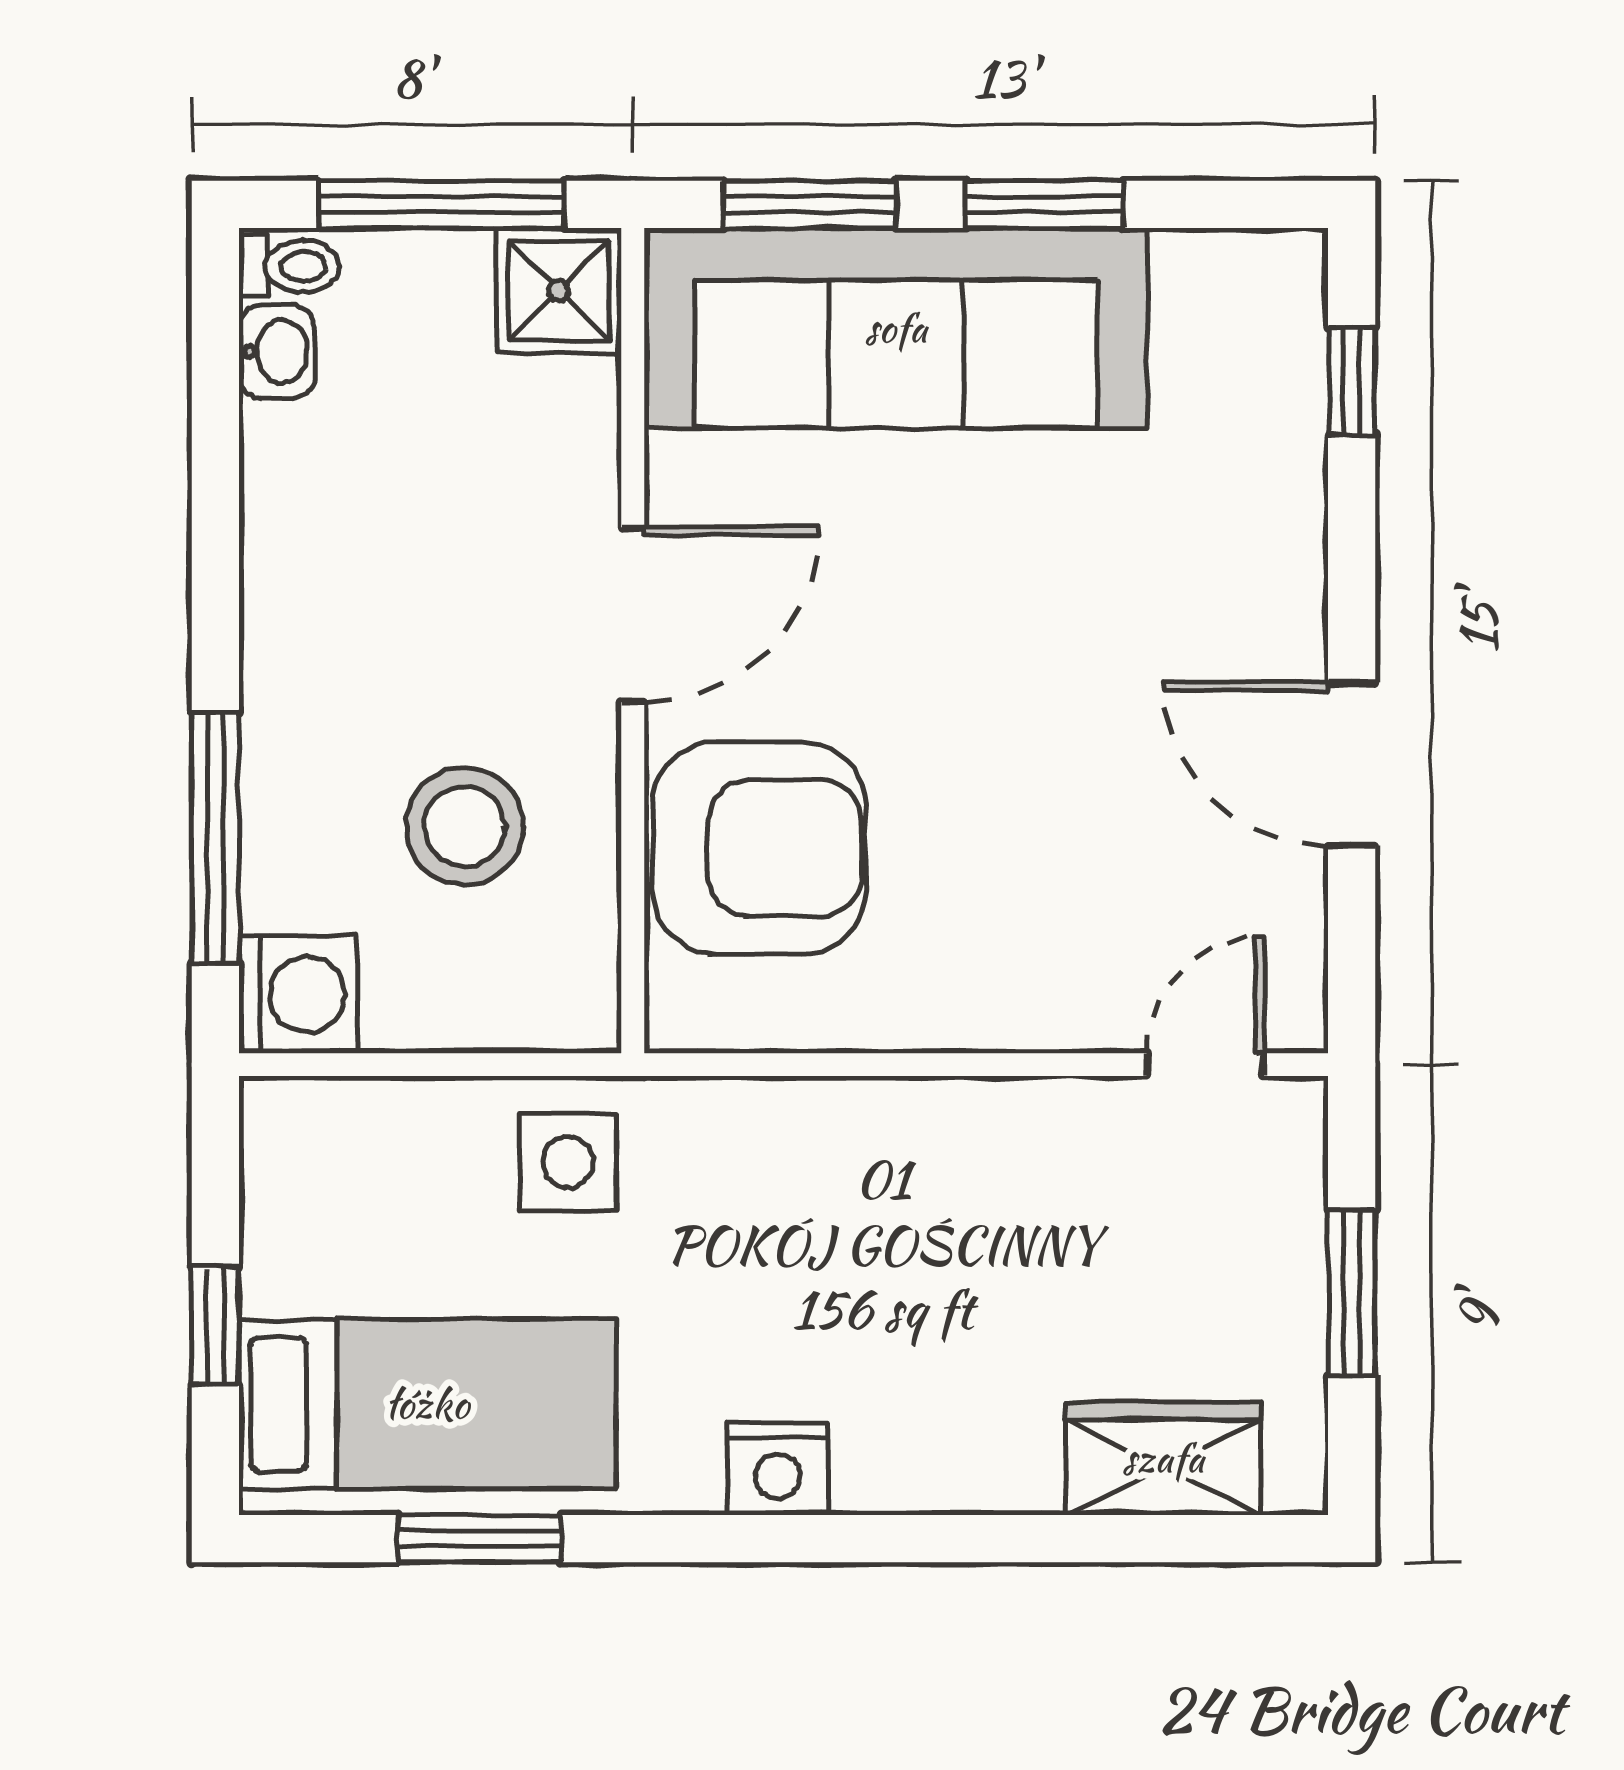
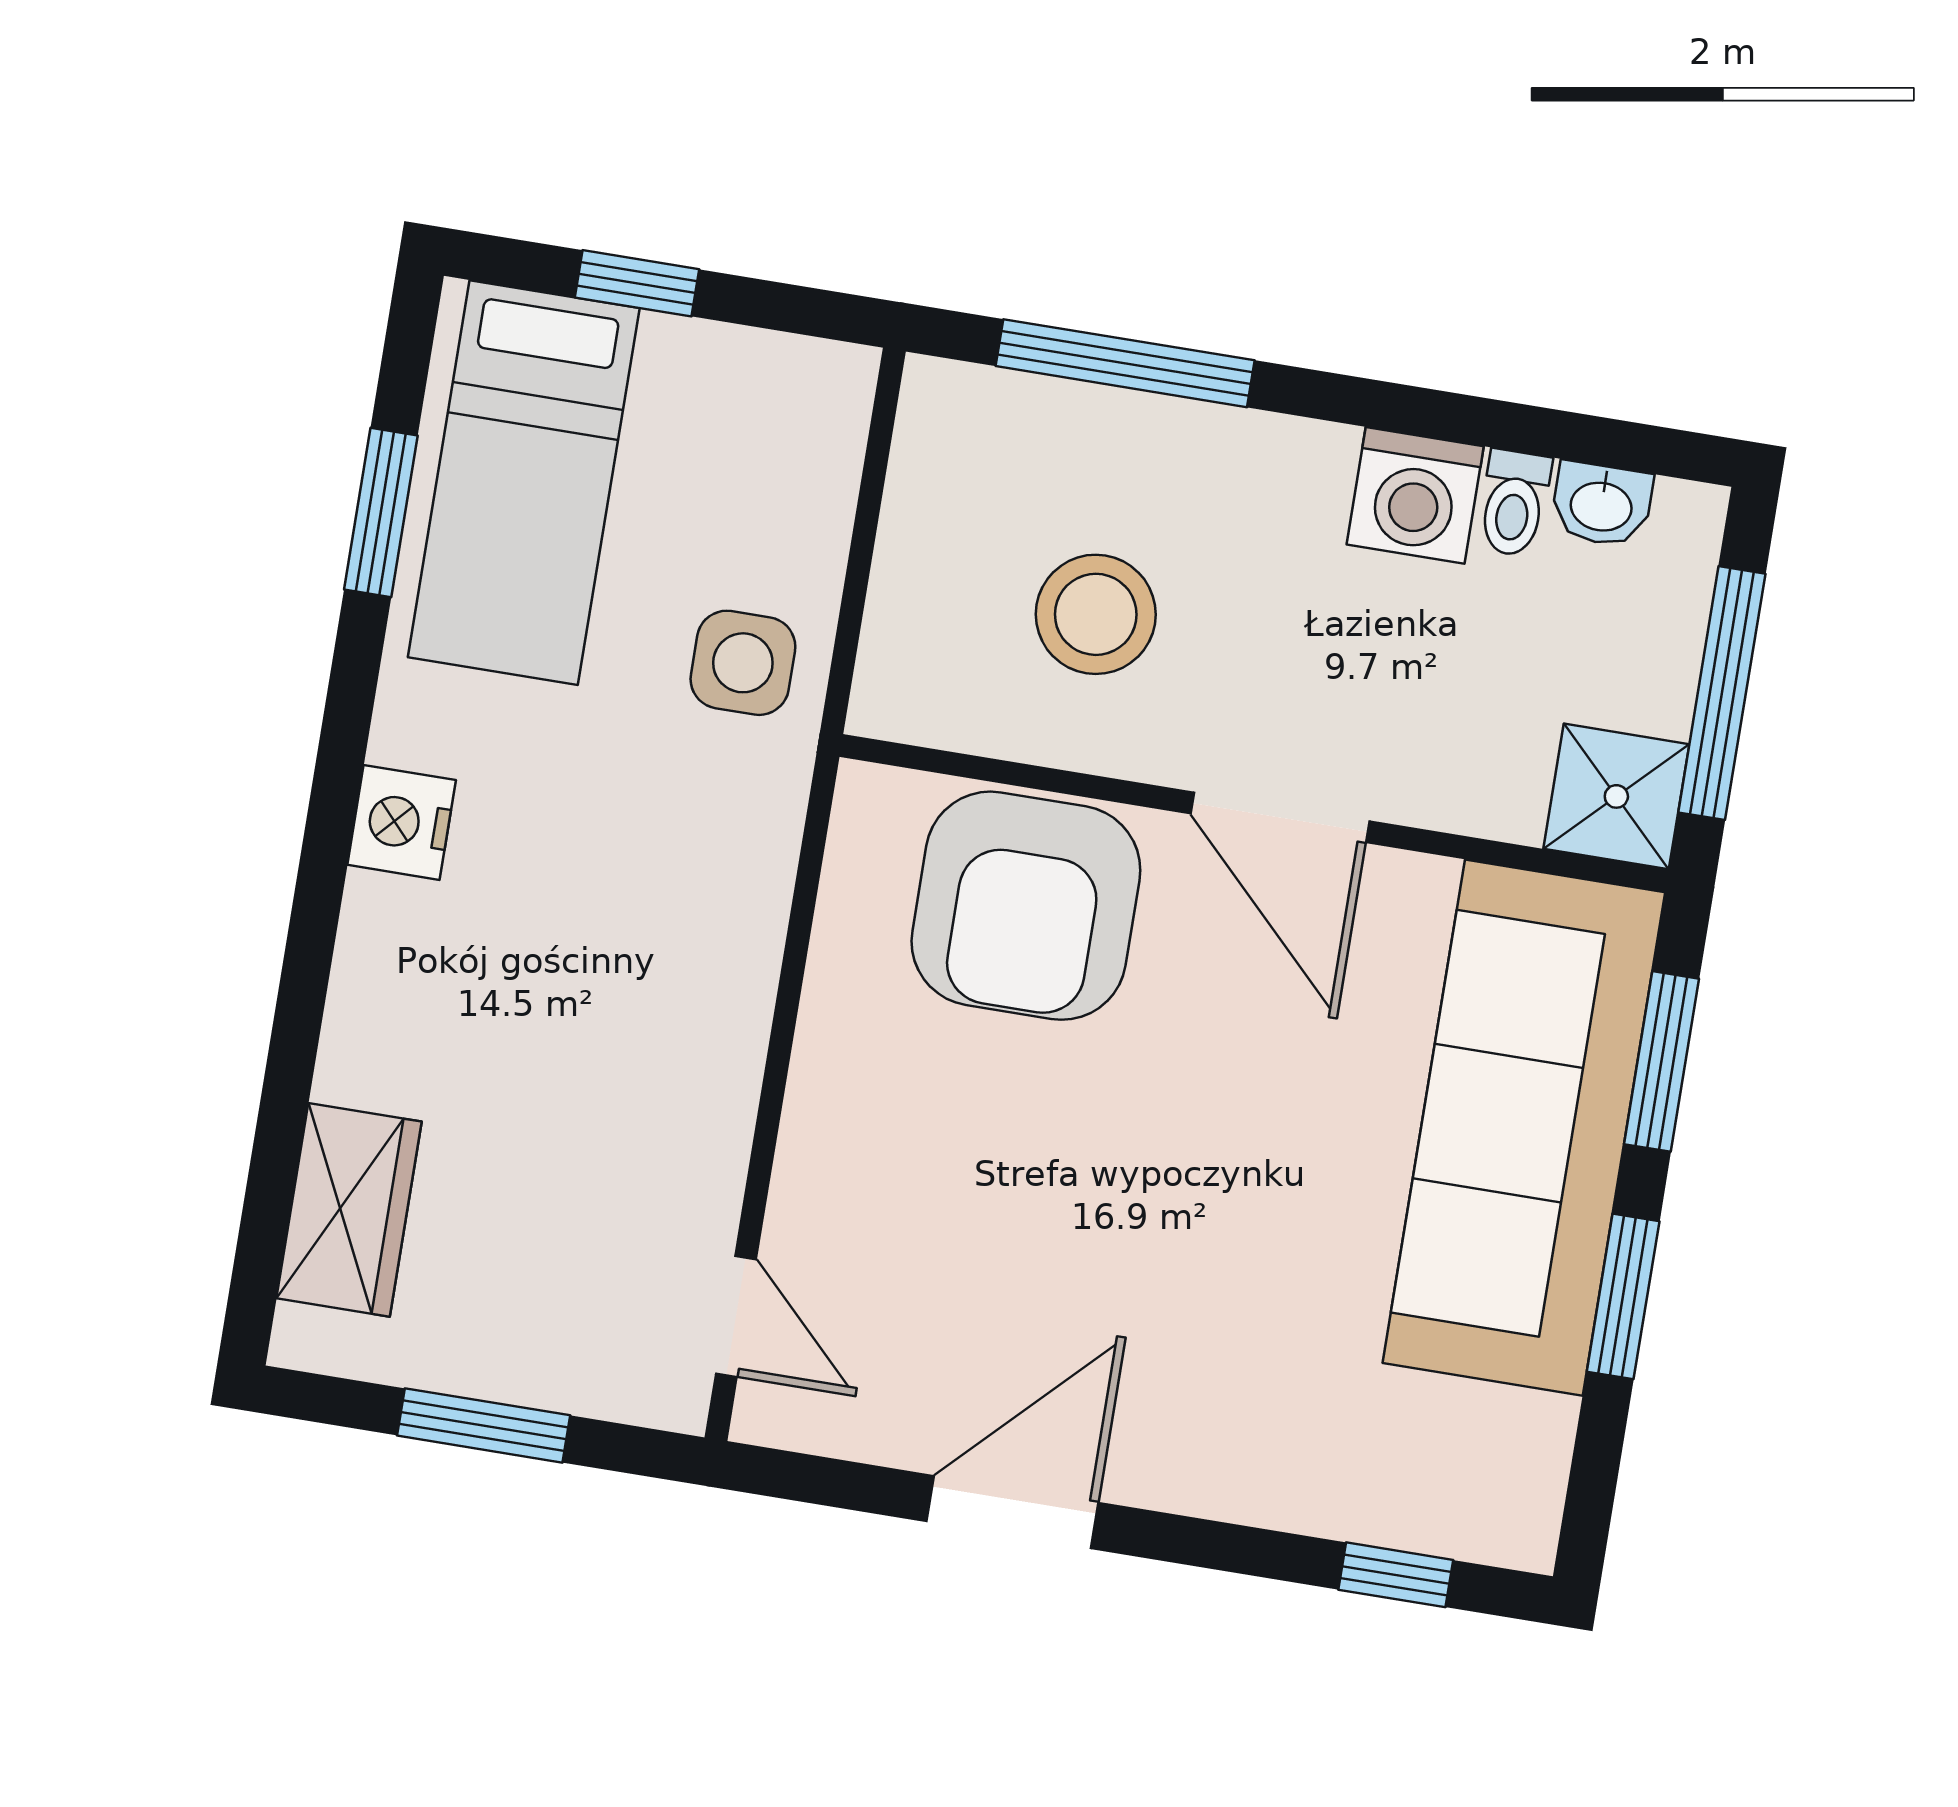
toilet: (289, 266) -> (1514, 503), moved
washing machine: (298, 994) -> (1415, 495), moved

